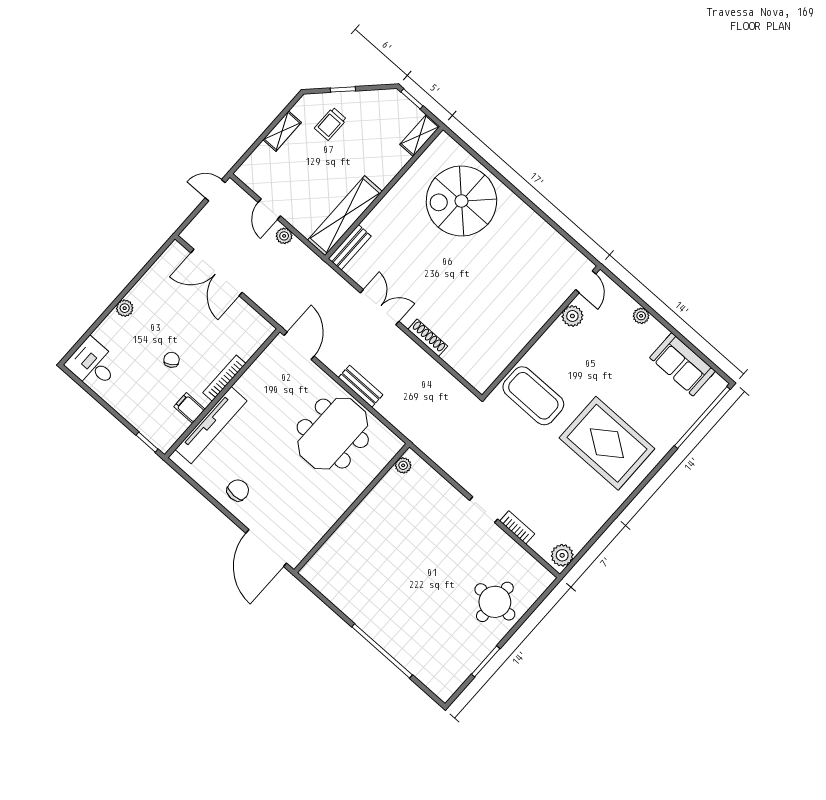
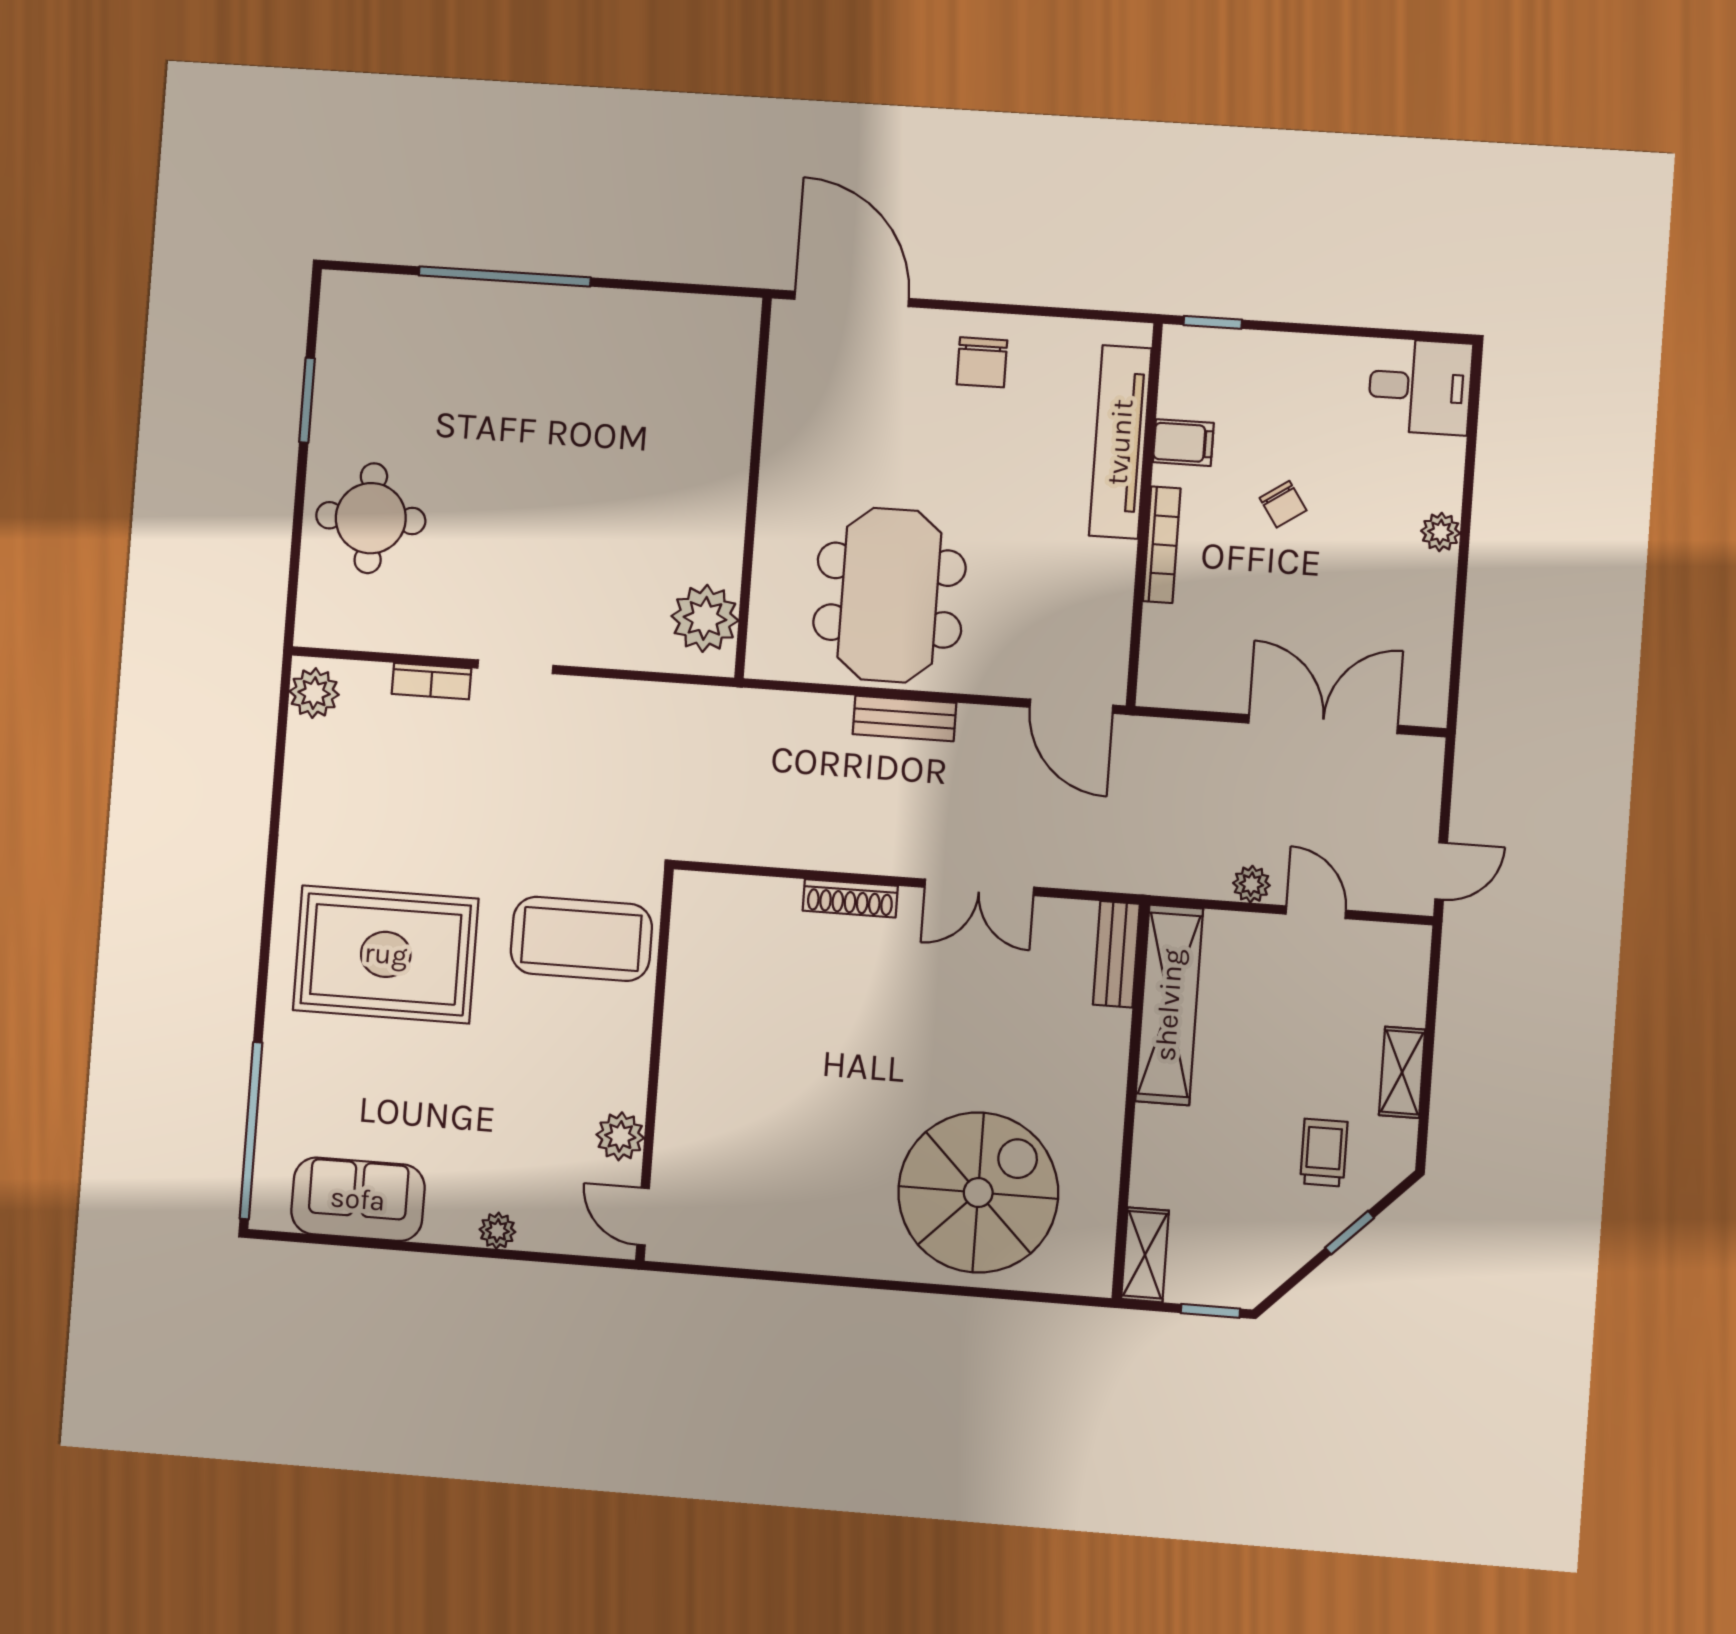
plant: (403, 465) -> (705, 618), width x1.88, depth x1.88

